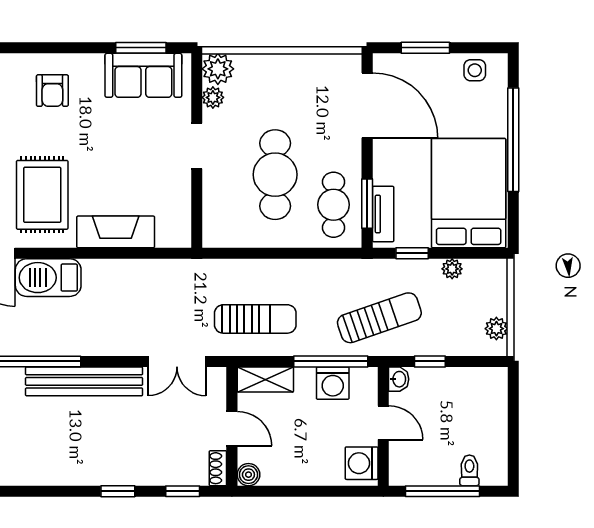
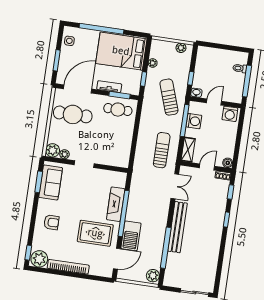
cafe table: (275, 175) -> (73, 114), moved
tv unit: (383, 214) -> (109, 87), moved
window: (97, 253) -> (124, 213), added

